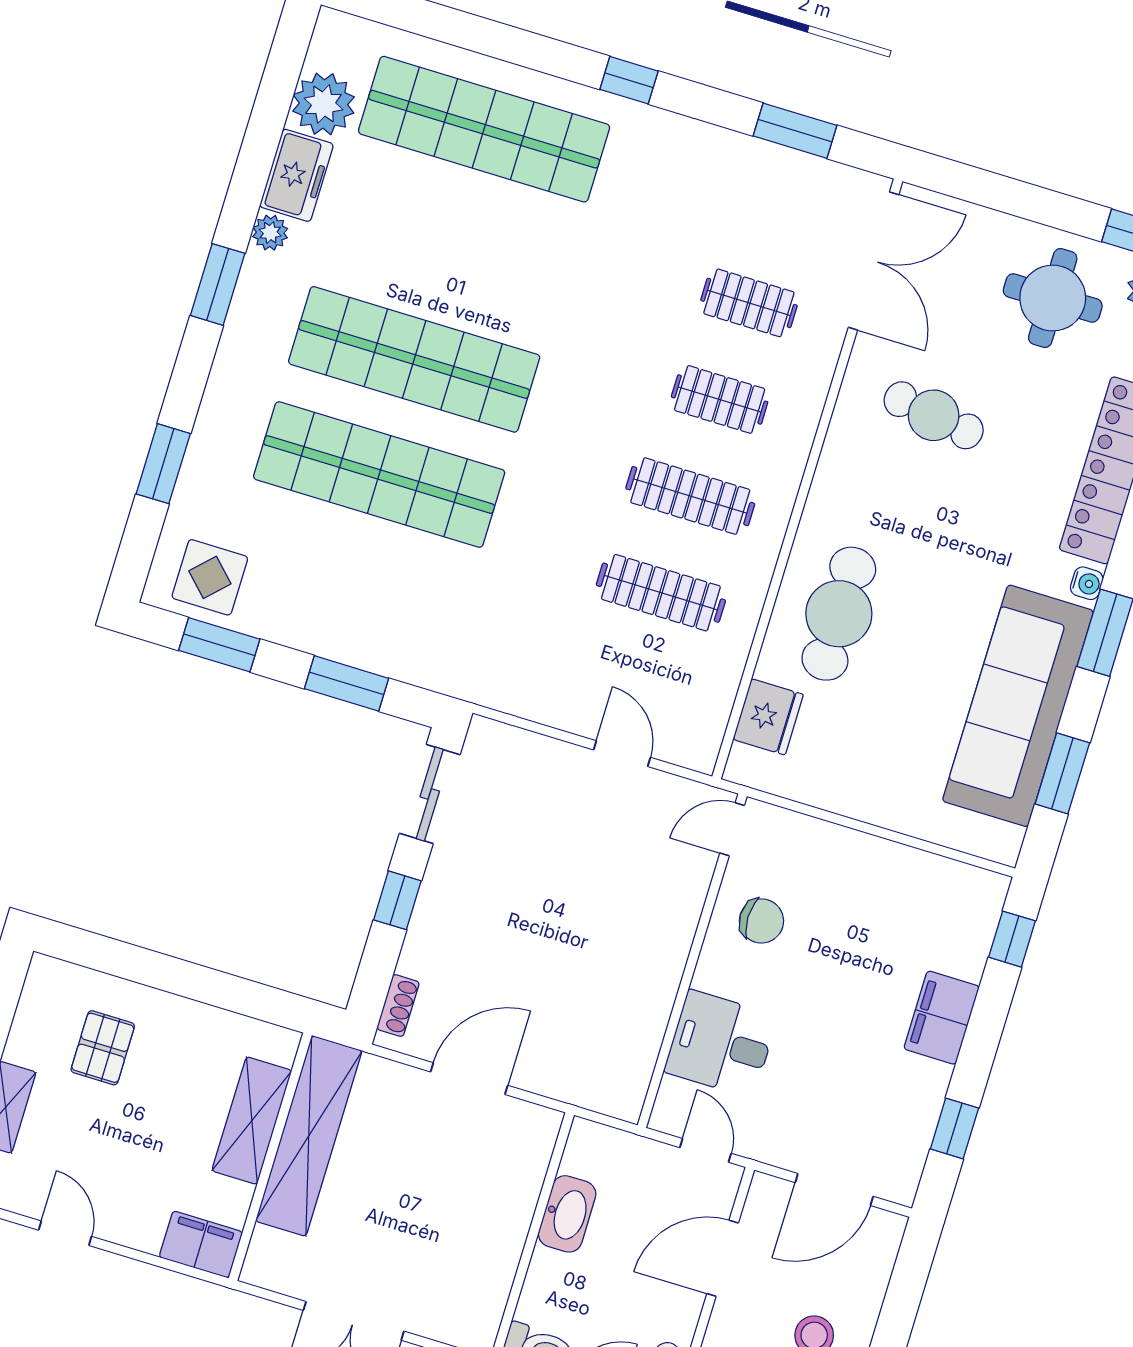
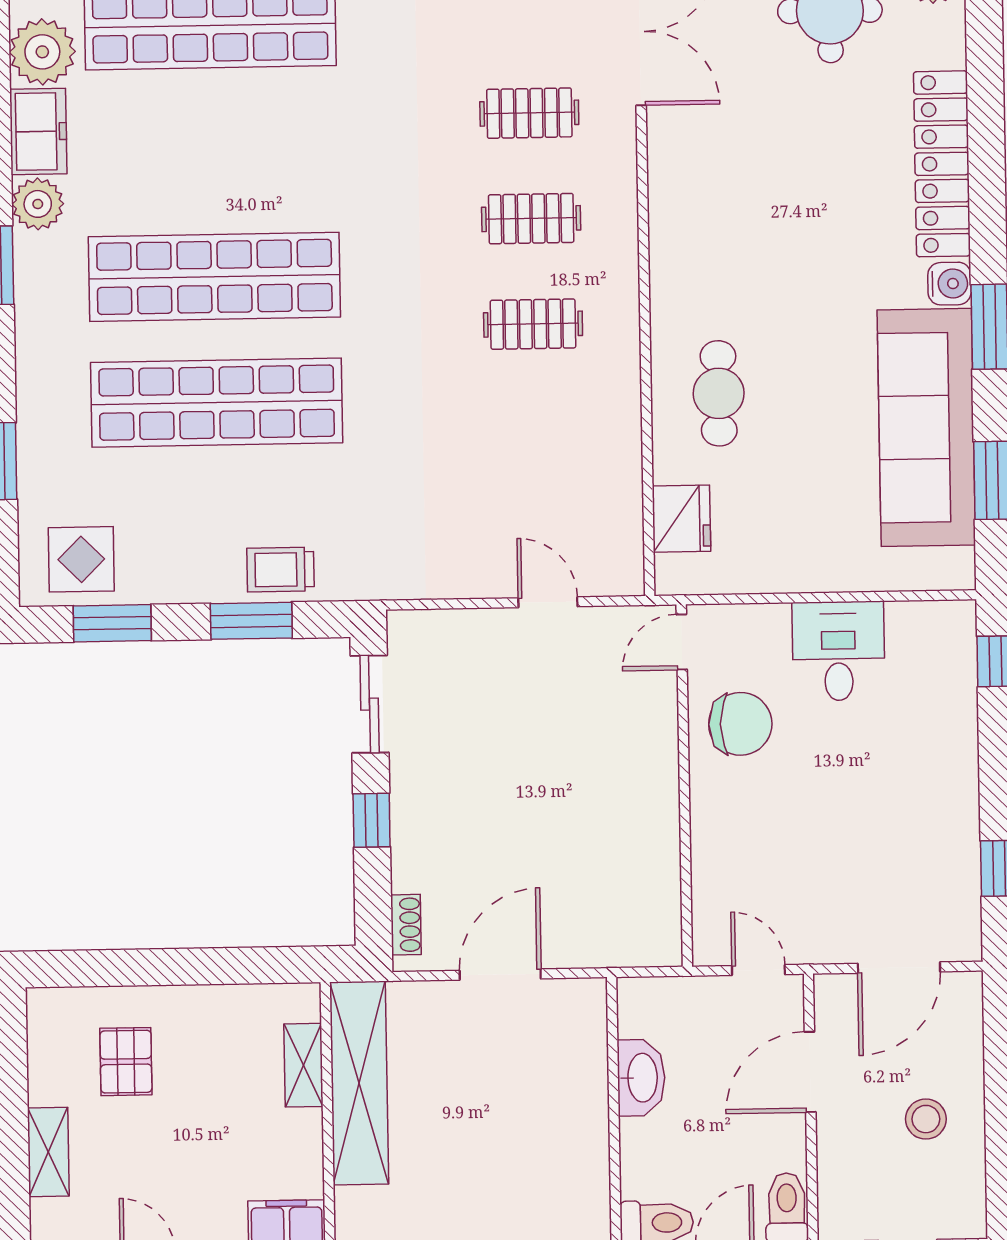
plant: (270, 233) -> (38, 204), width x1.38, depth x1.38
cafe table: (934, 415) -> (749, 166), removed
clothes rail: (690, 496) -> (533, 324), width x0.73
water cooler: (1087, 583) -> (949, 284), width x1.38, depth x1.38
clothes rail: (661, 593) -> (535, 430), removed
cafe table: (839, 614) -> (719, 393), width x0.73, depth x0.74
trolley: (388, 645) -> (281, 570), added
chair: (761, 921) -> (740, 724), width x1.37, depth x1.37
filing cabinet: (942, 1018) -> (951, 762), removed
desk: (721, 1044) -> (838, 651), moved, turned 90
shelving: (252, 1121) -> (303, 1065), width x0.67, depth x0.75

